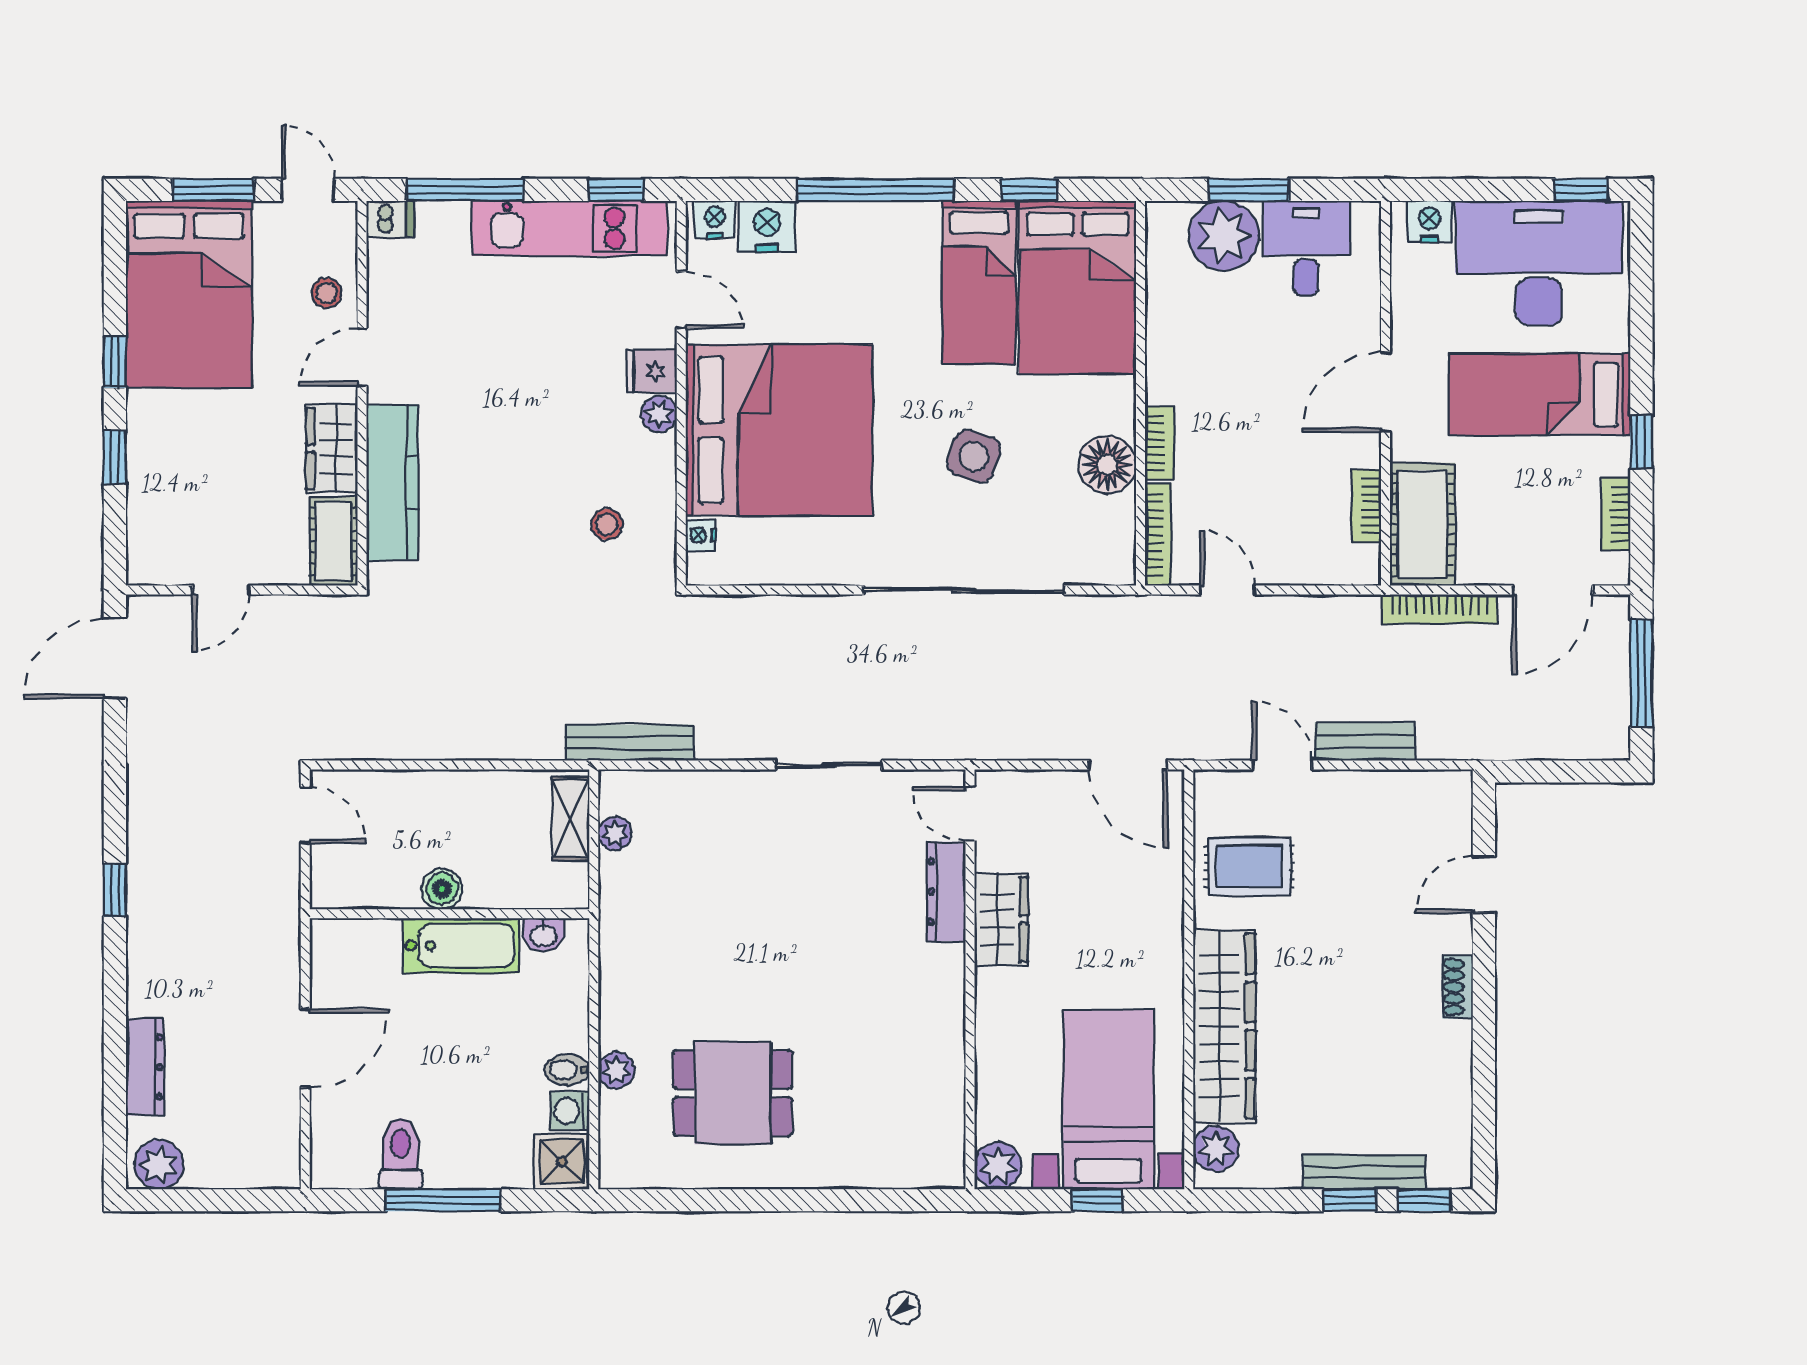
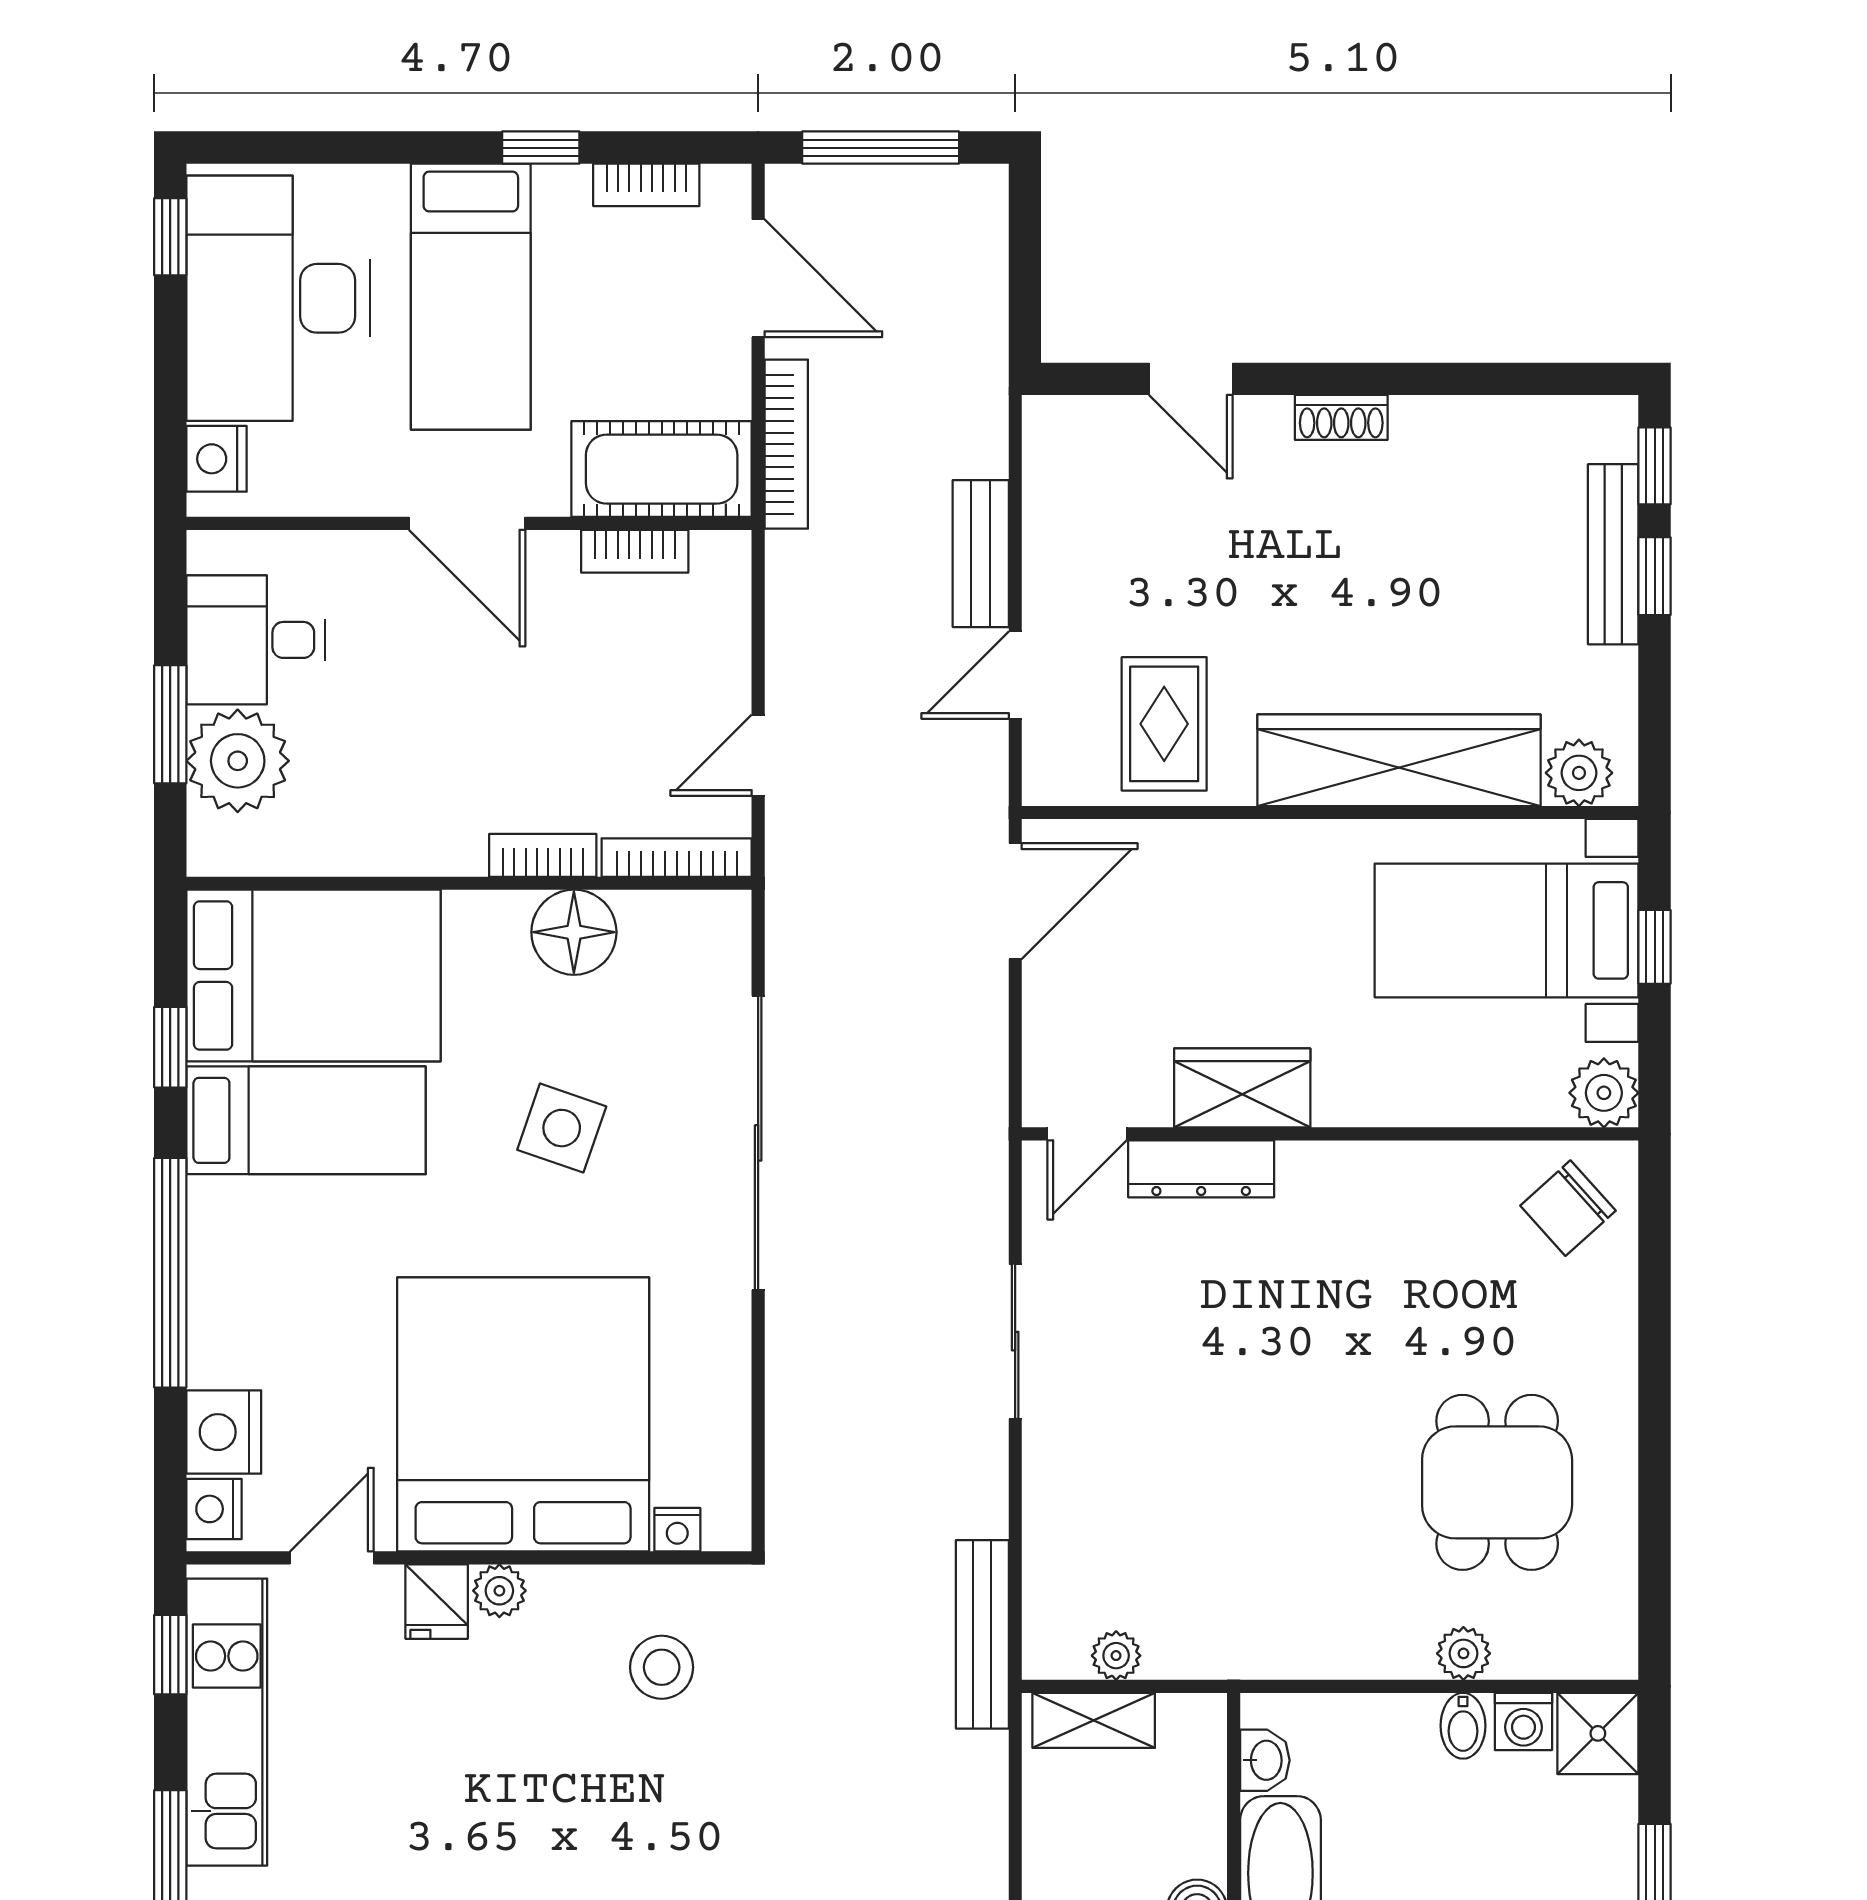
stool: (607, 524) -> (662, 1667), width x1.37, depth x1.37
chair: (919, 1141) -> (1568, 1208), added

